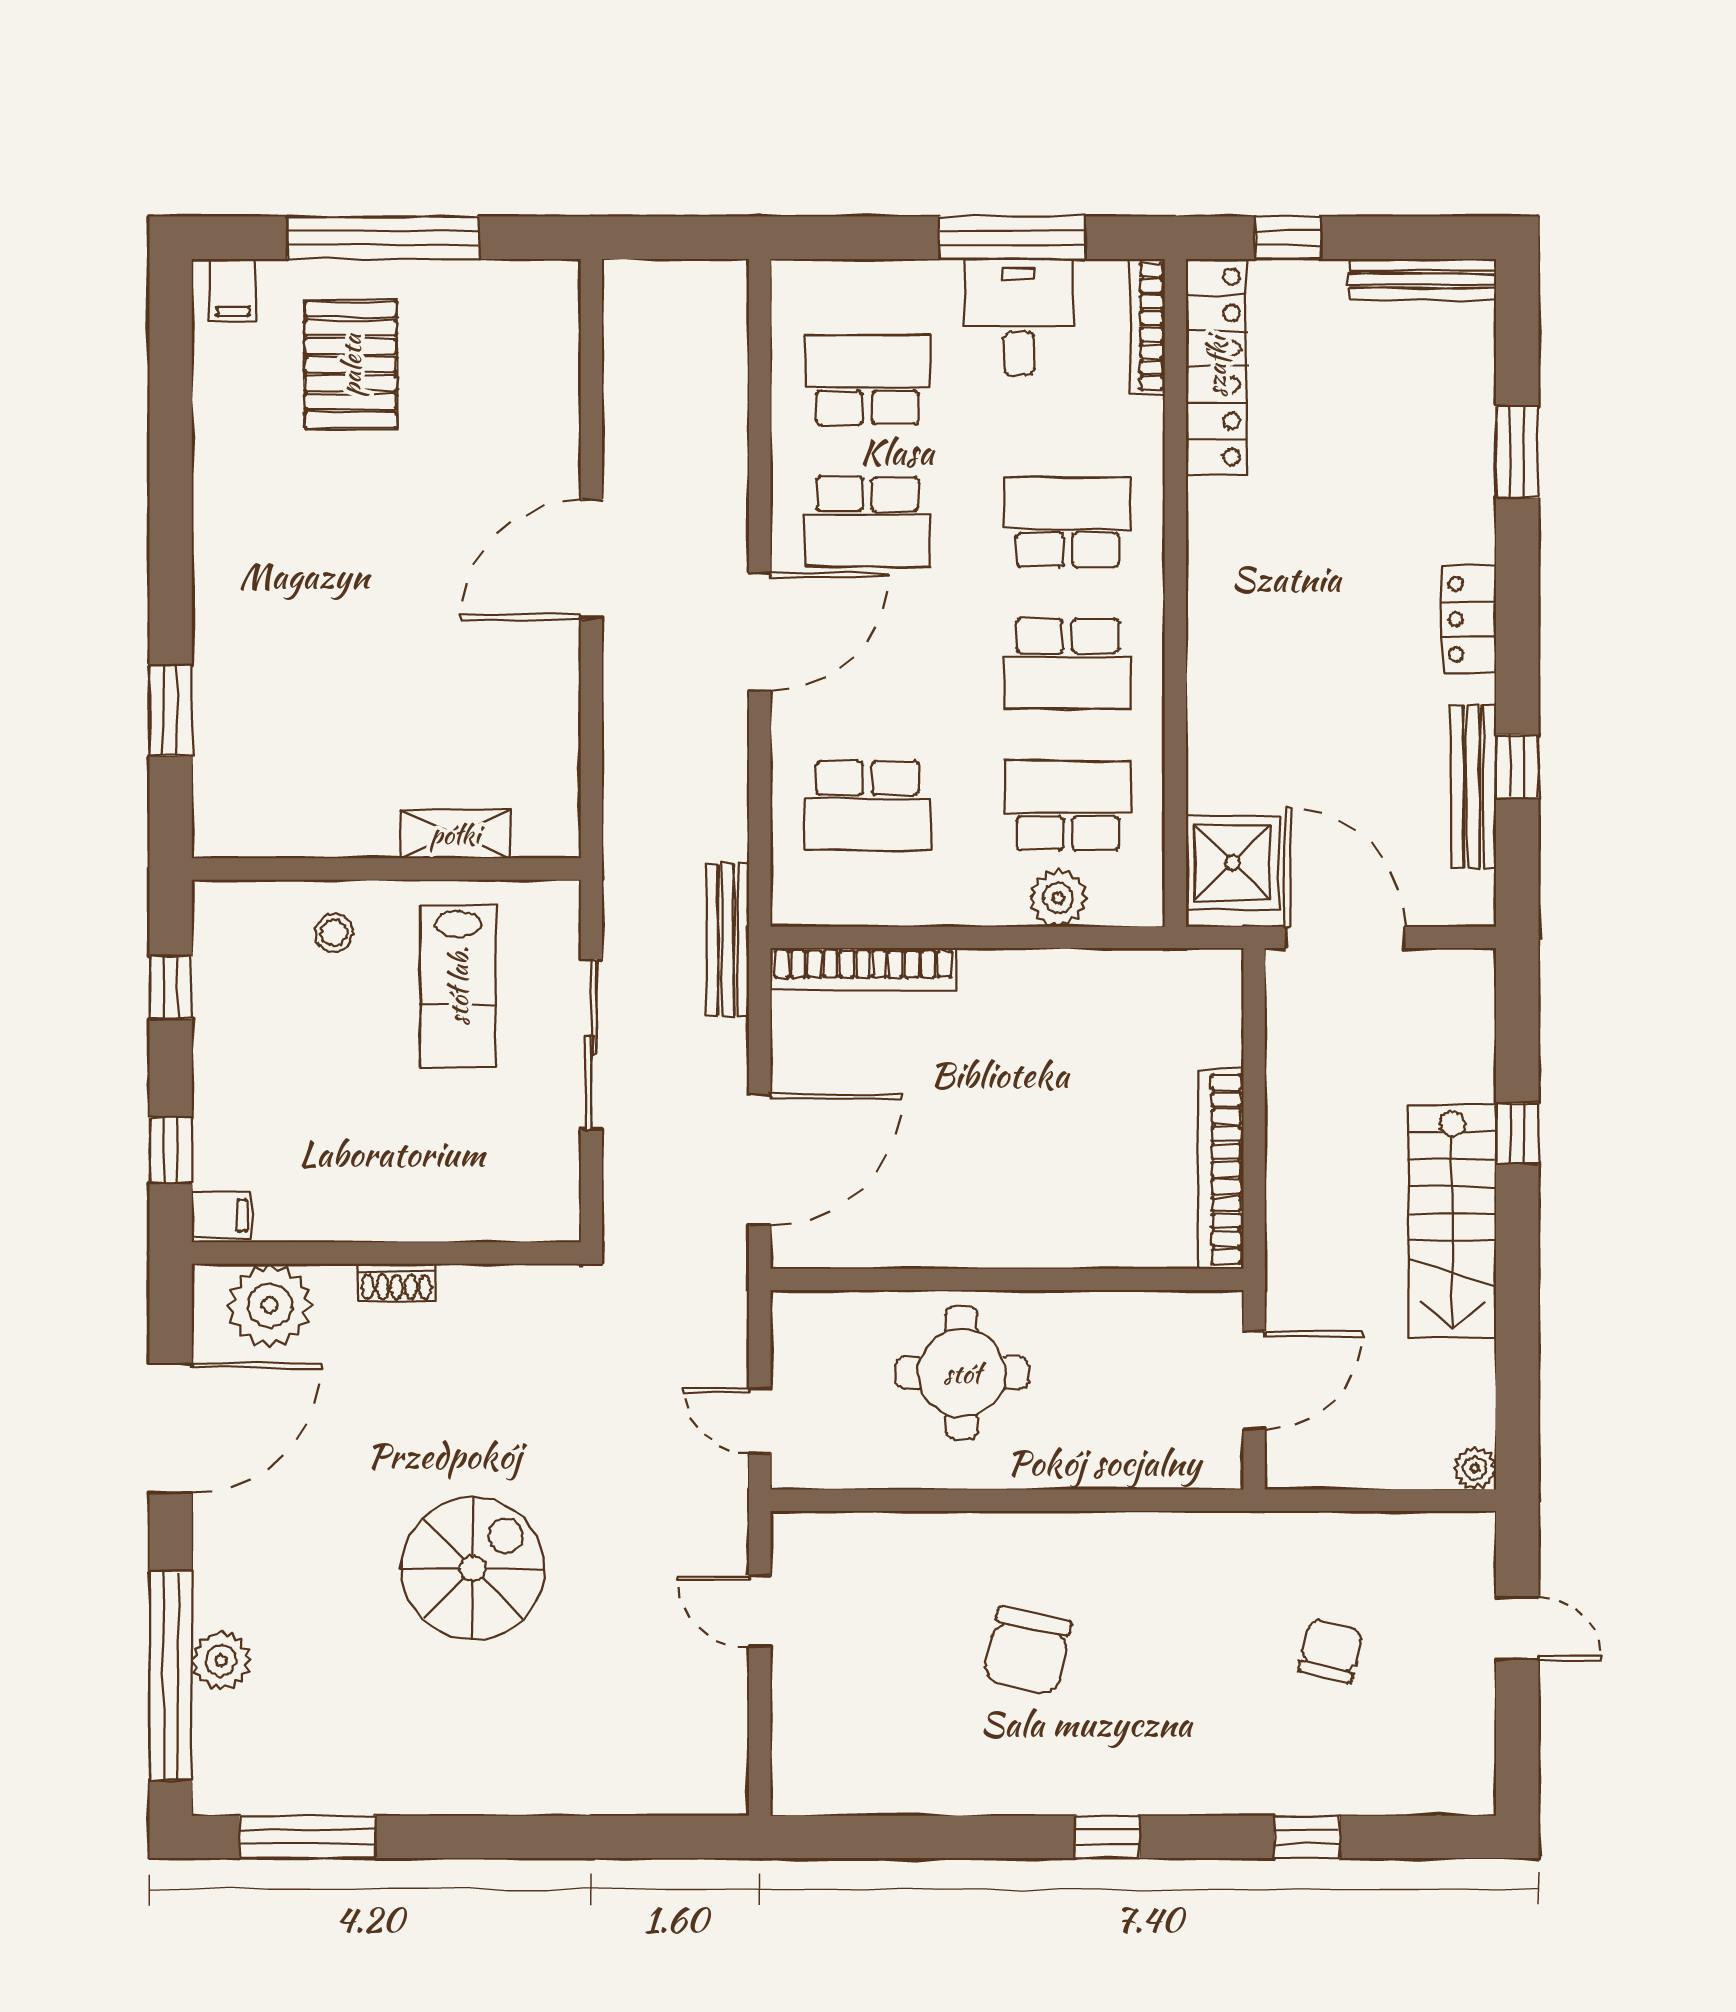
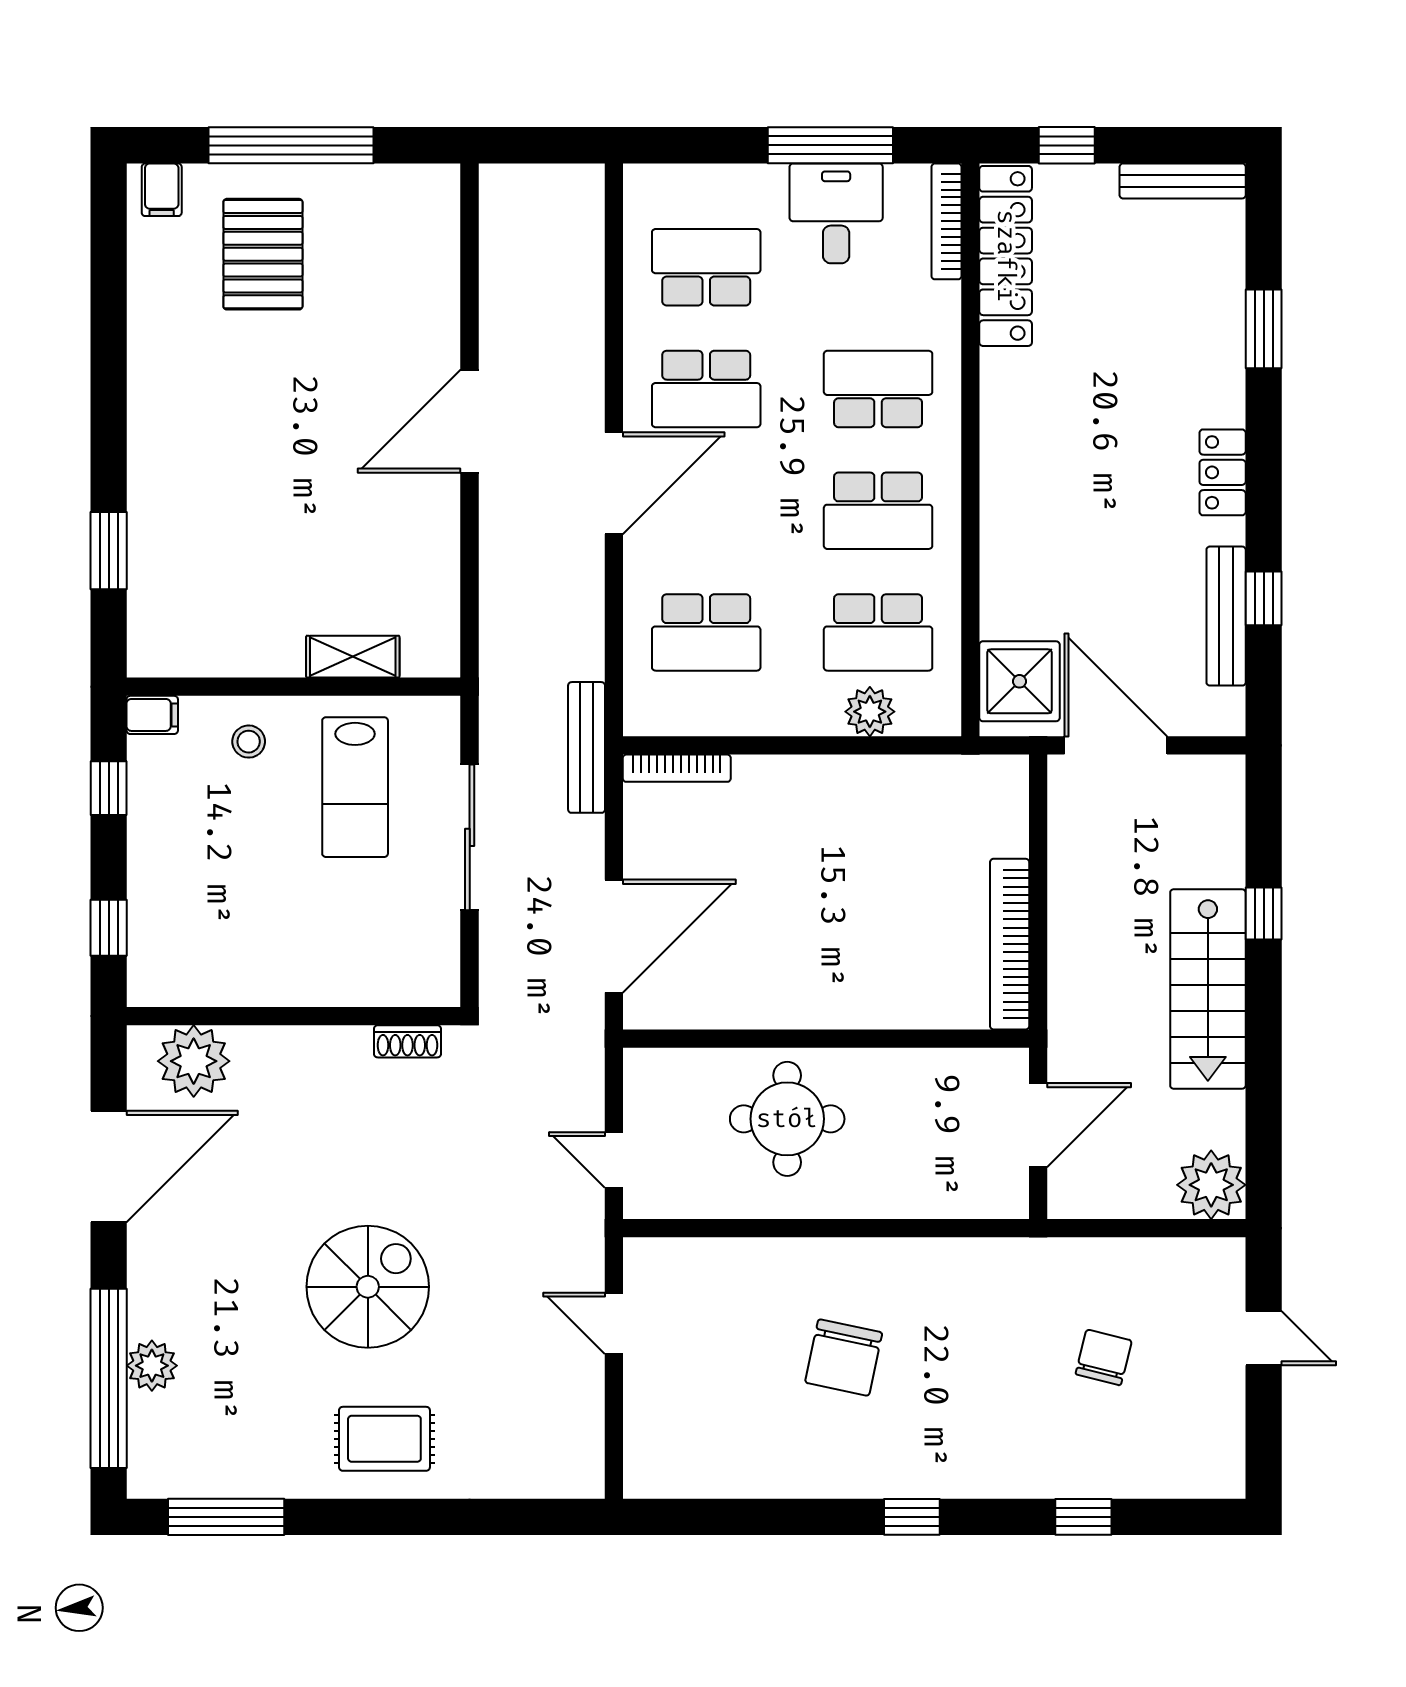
school desk: (1068, 806) -> (878, 632), turned 180
bookcase: (863, 969) -> (677, 768), width x0.68, depth x0.76
filing cabinet: (221, 1215) -> (152, 715), moved
shoe rack: (396, 1282) -> (407, 1041), moved
plant: (1475, 1468) -> (1211, 1185), width x1.88, depth x1.88
rug: (492, 1746) -> (384, 1439), added

